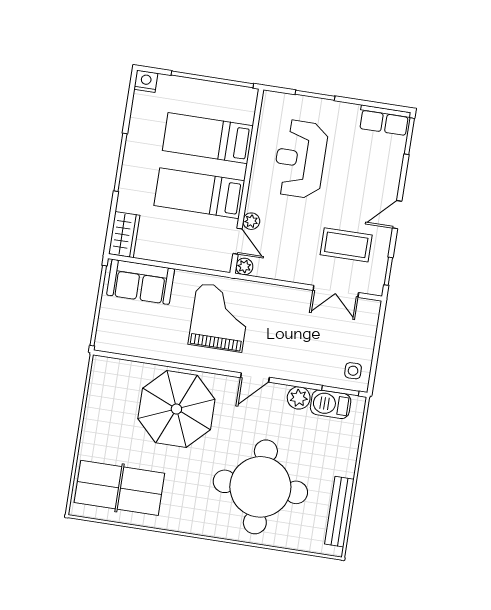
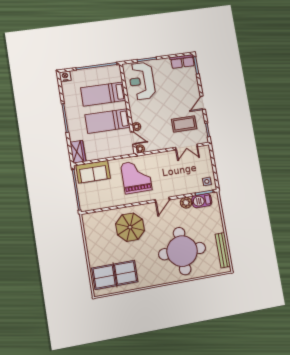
reception desk: (300, 159) -> (142, 81), moved
parasol: (176, 409) -> (130, 227), width x0.73, depth x0.73

